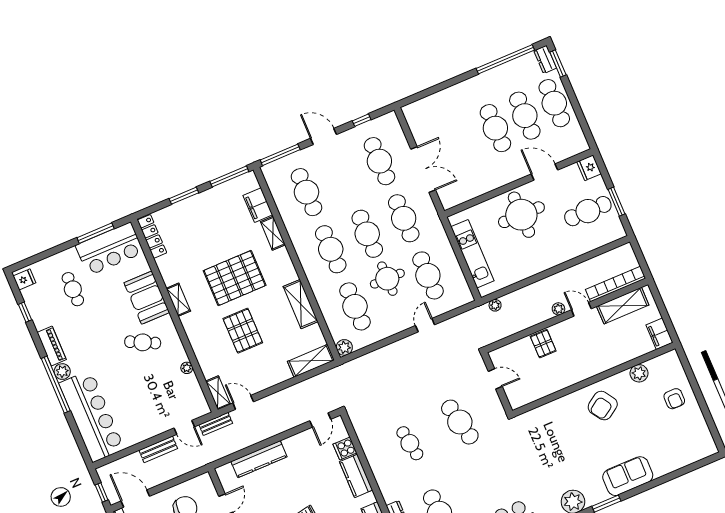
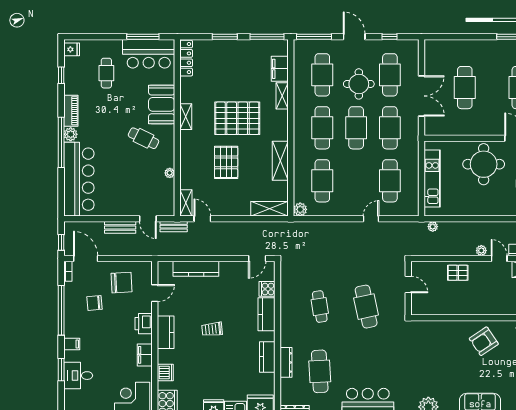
cafe table: (495, 128) -> (465, 88), moved
round table: (387, 279) -> (359, 84), moved
pallet: (543, 344) -> (458, 273), turned 90

